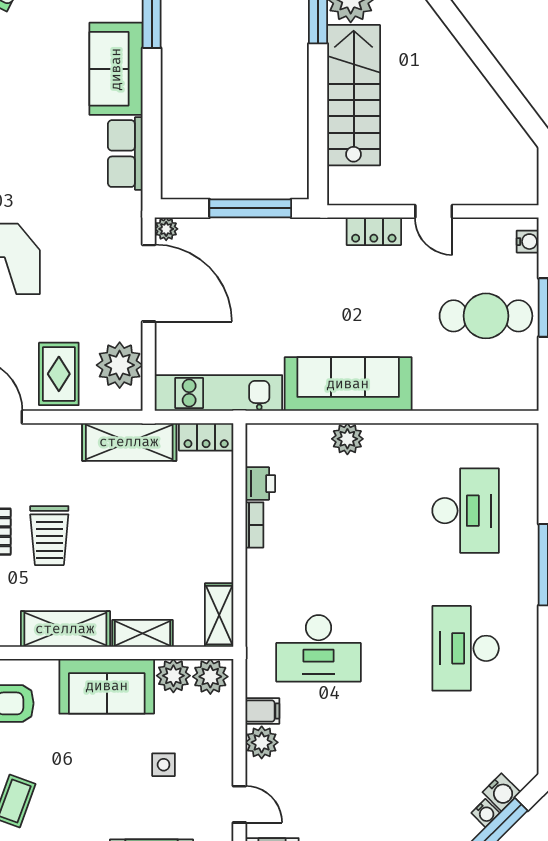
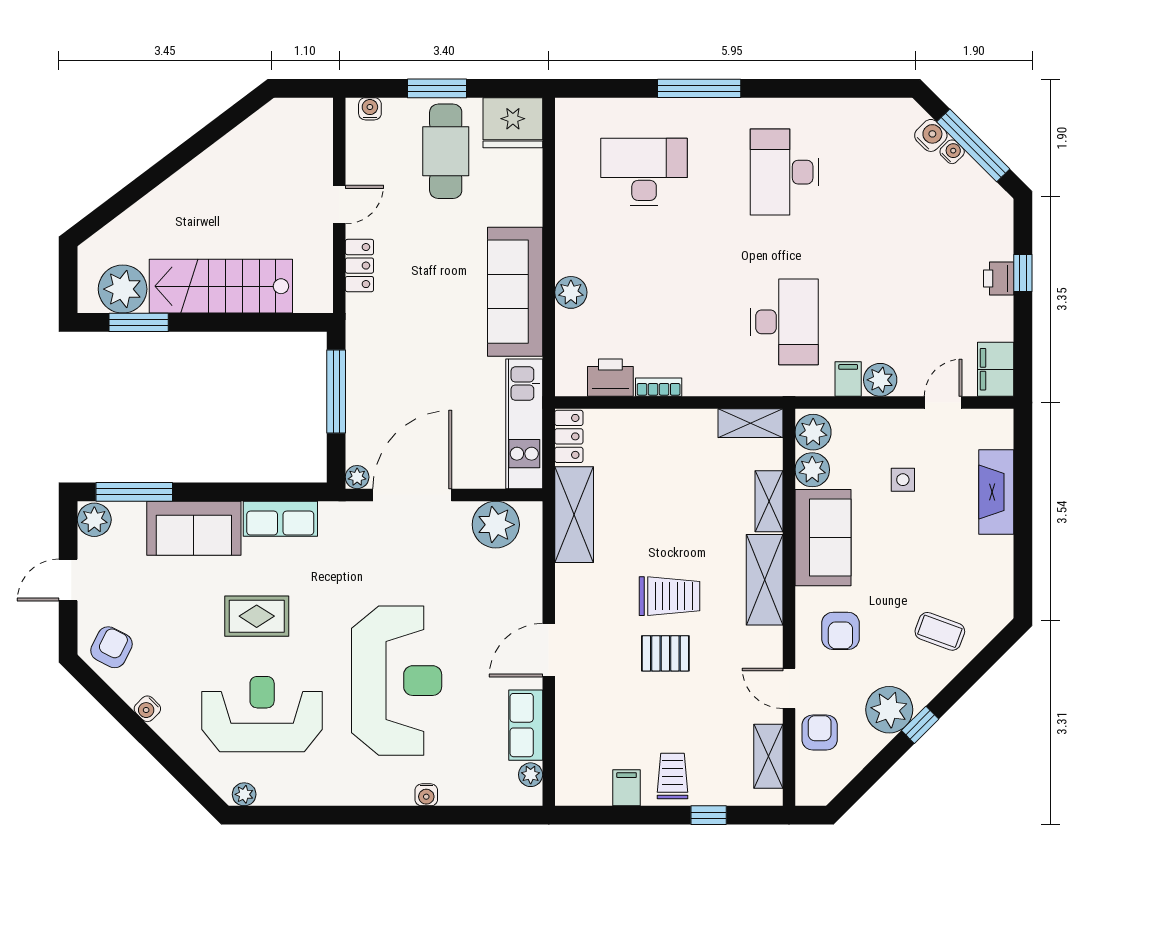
rug: (59, 374) -> (257, 616), moved
fridge: (514, 382) -> (513, 123), added
printer: (260, 484) -> (610, 378), width x1.36, depth x1.24
desk: (466, 648) -> (784, 172), turned 90

